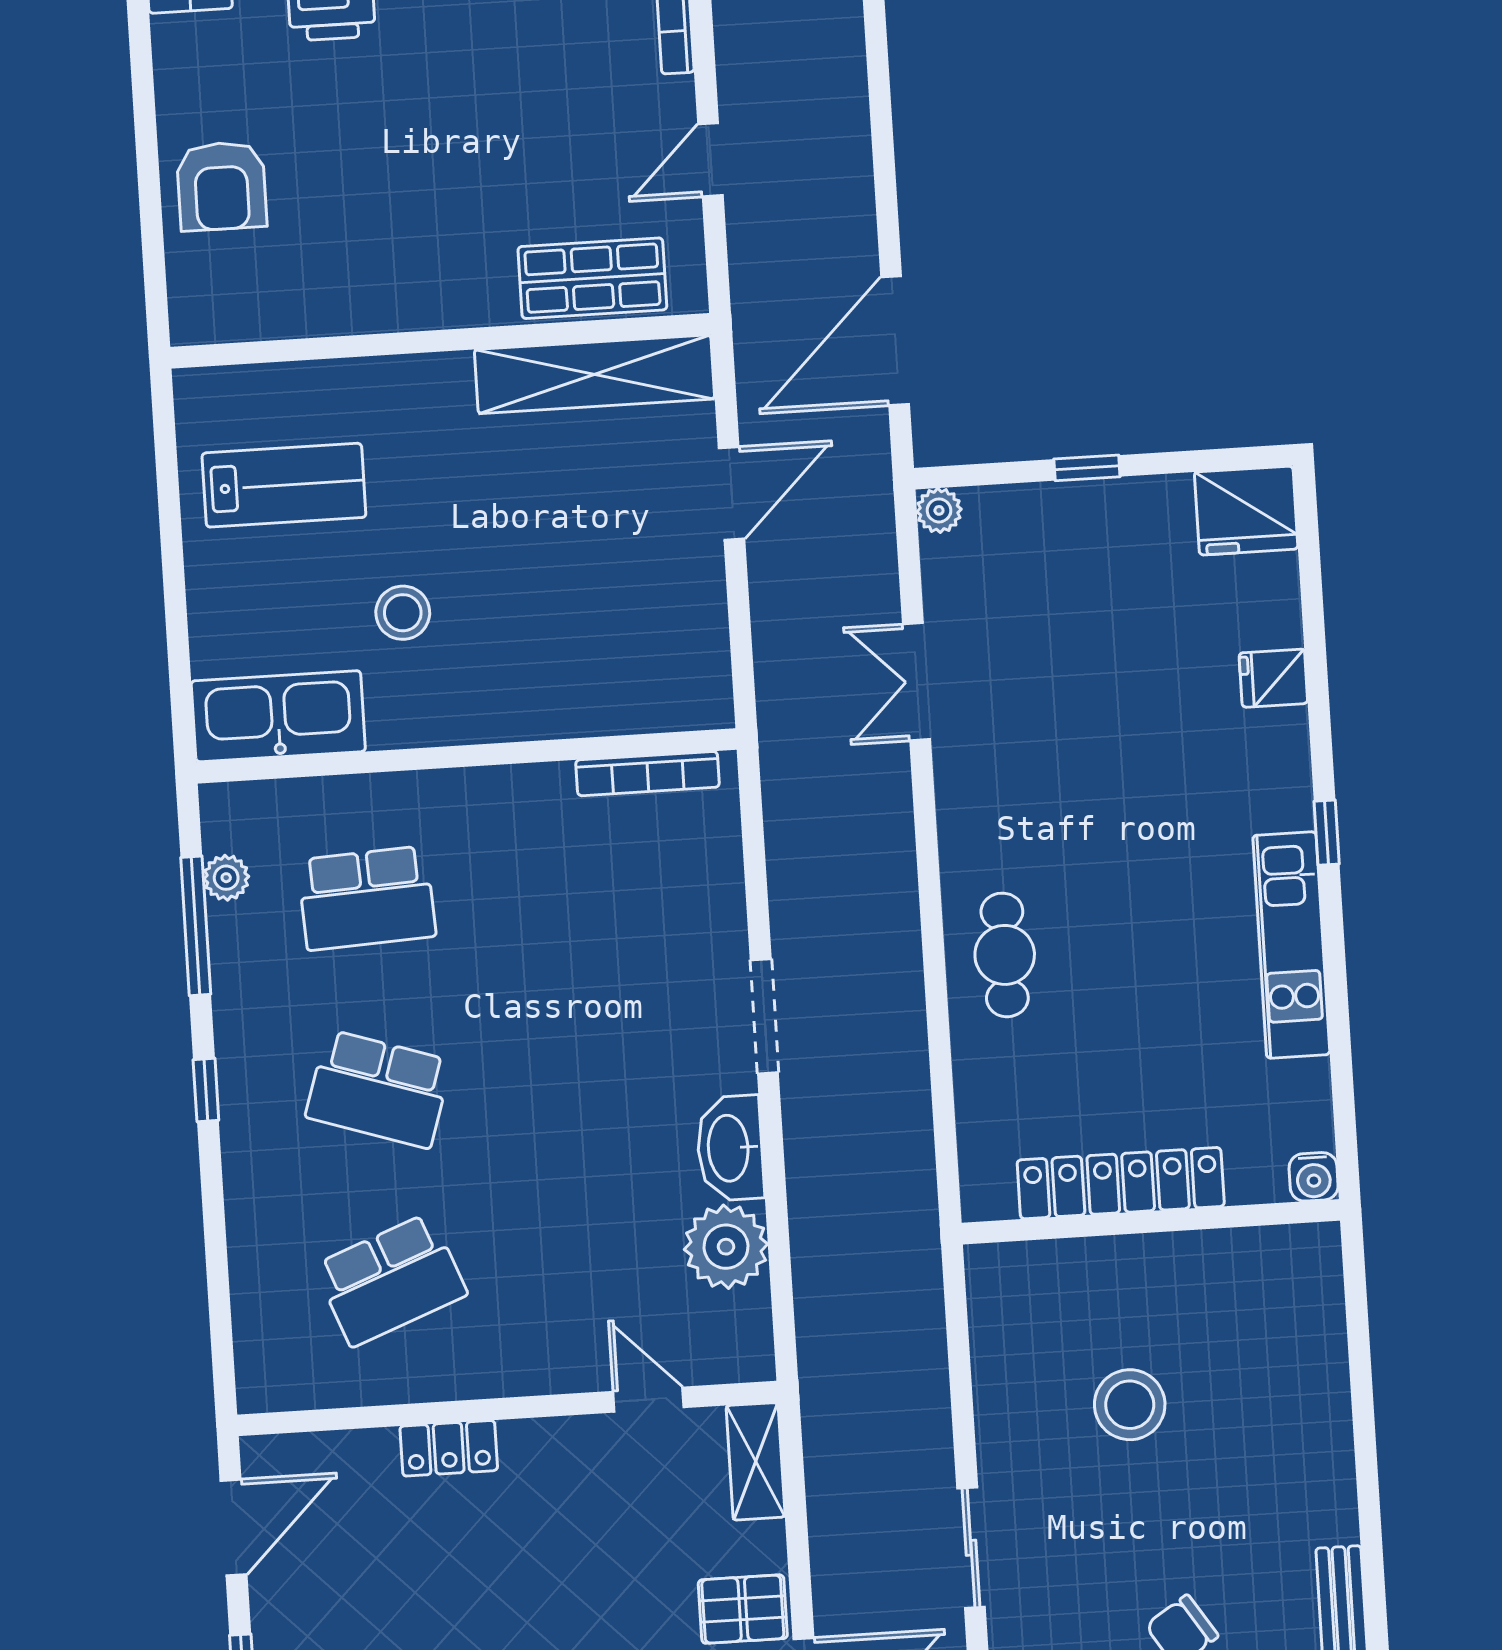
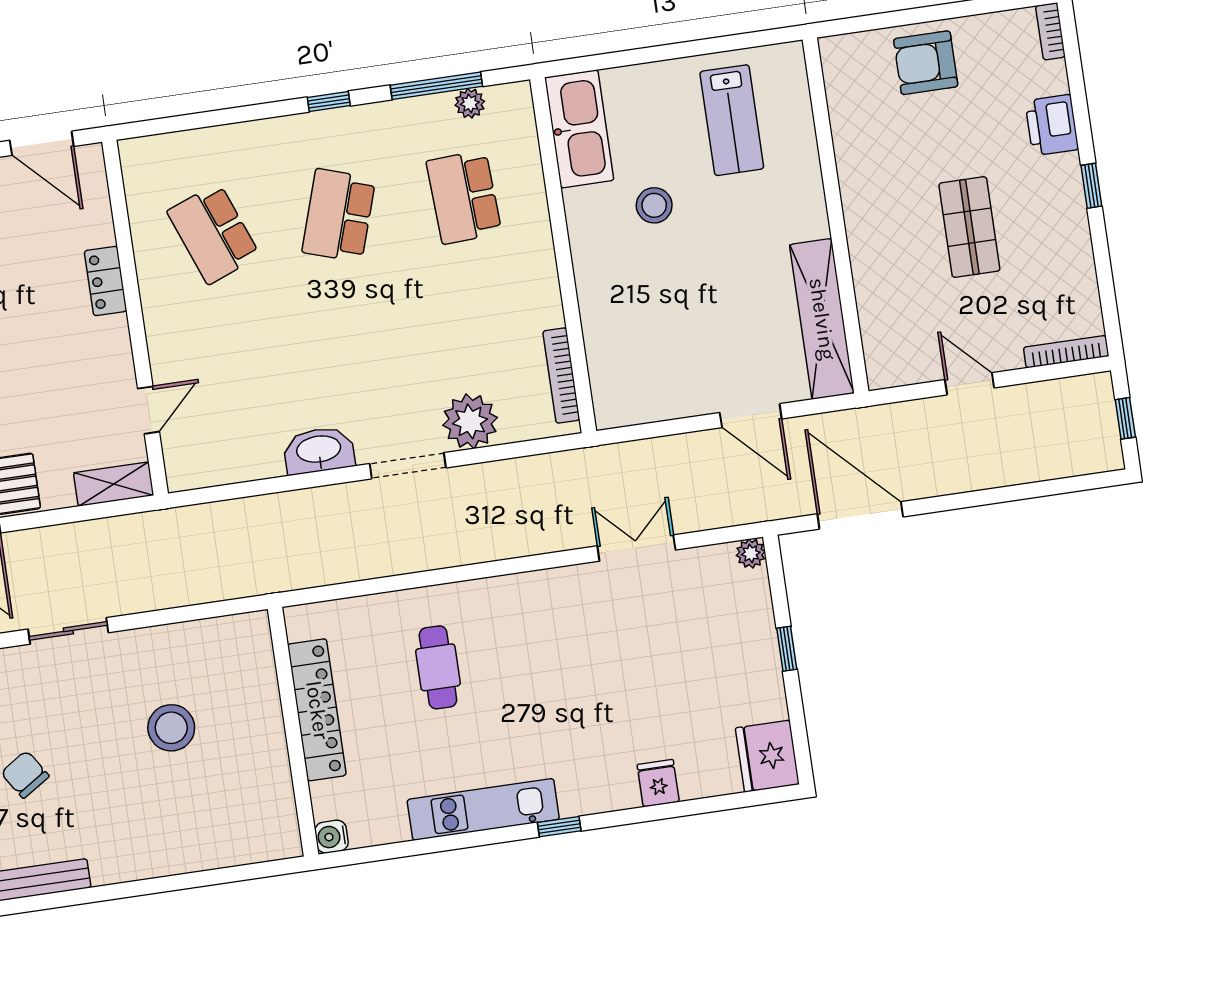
shop shelf: (592, 278) -> (969, 227), moved
cafe table: (1005, 955) -> (438, 667), moved, turned 90
plant: (726, 1247) -> (470, 421), moved

